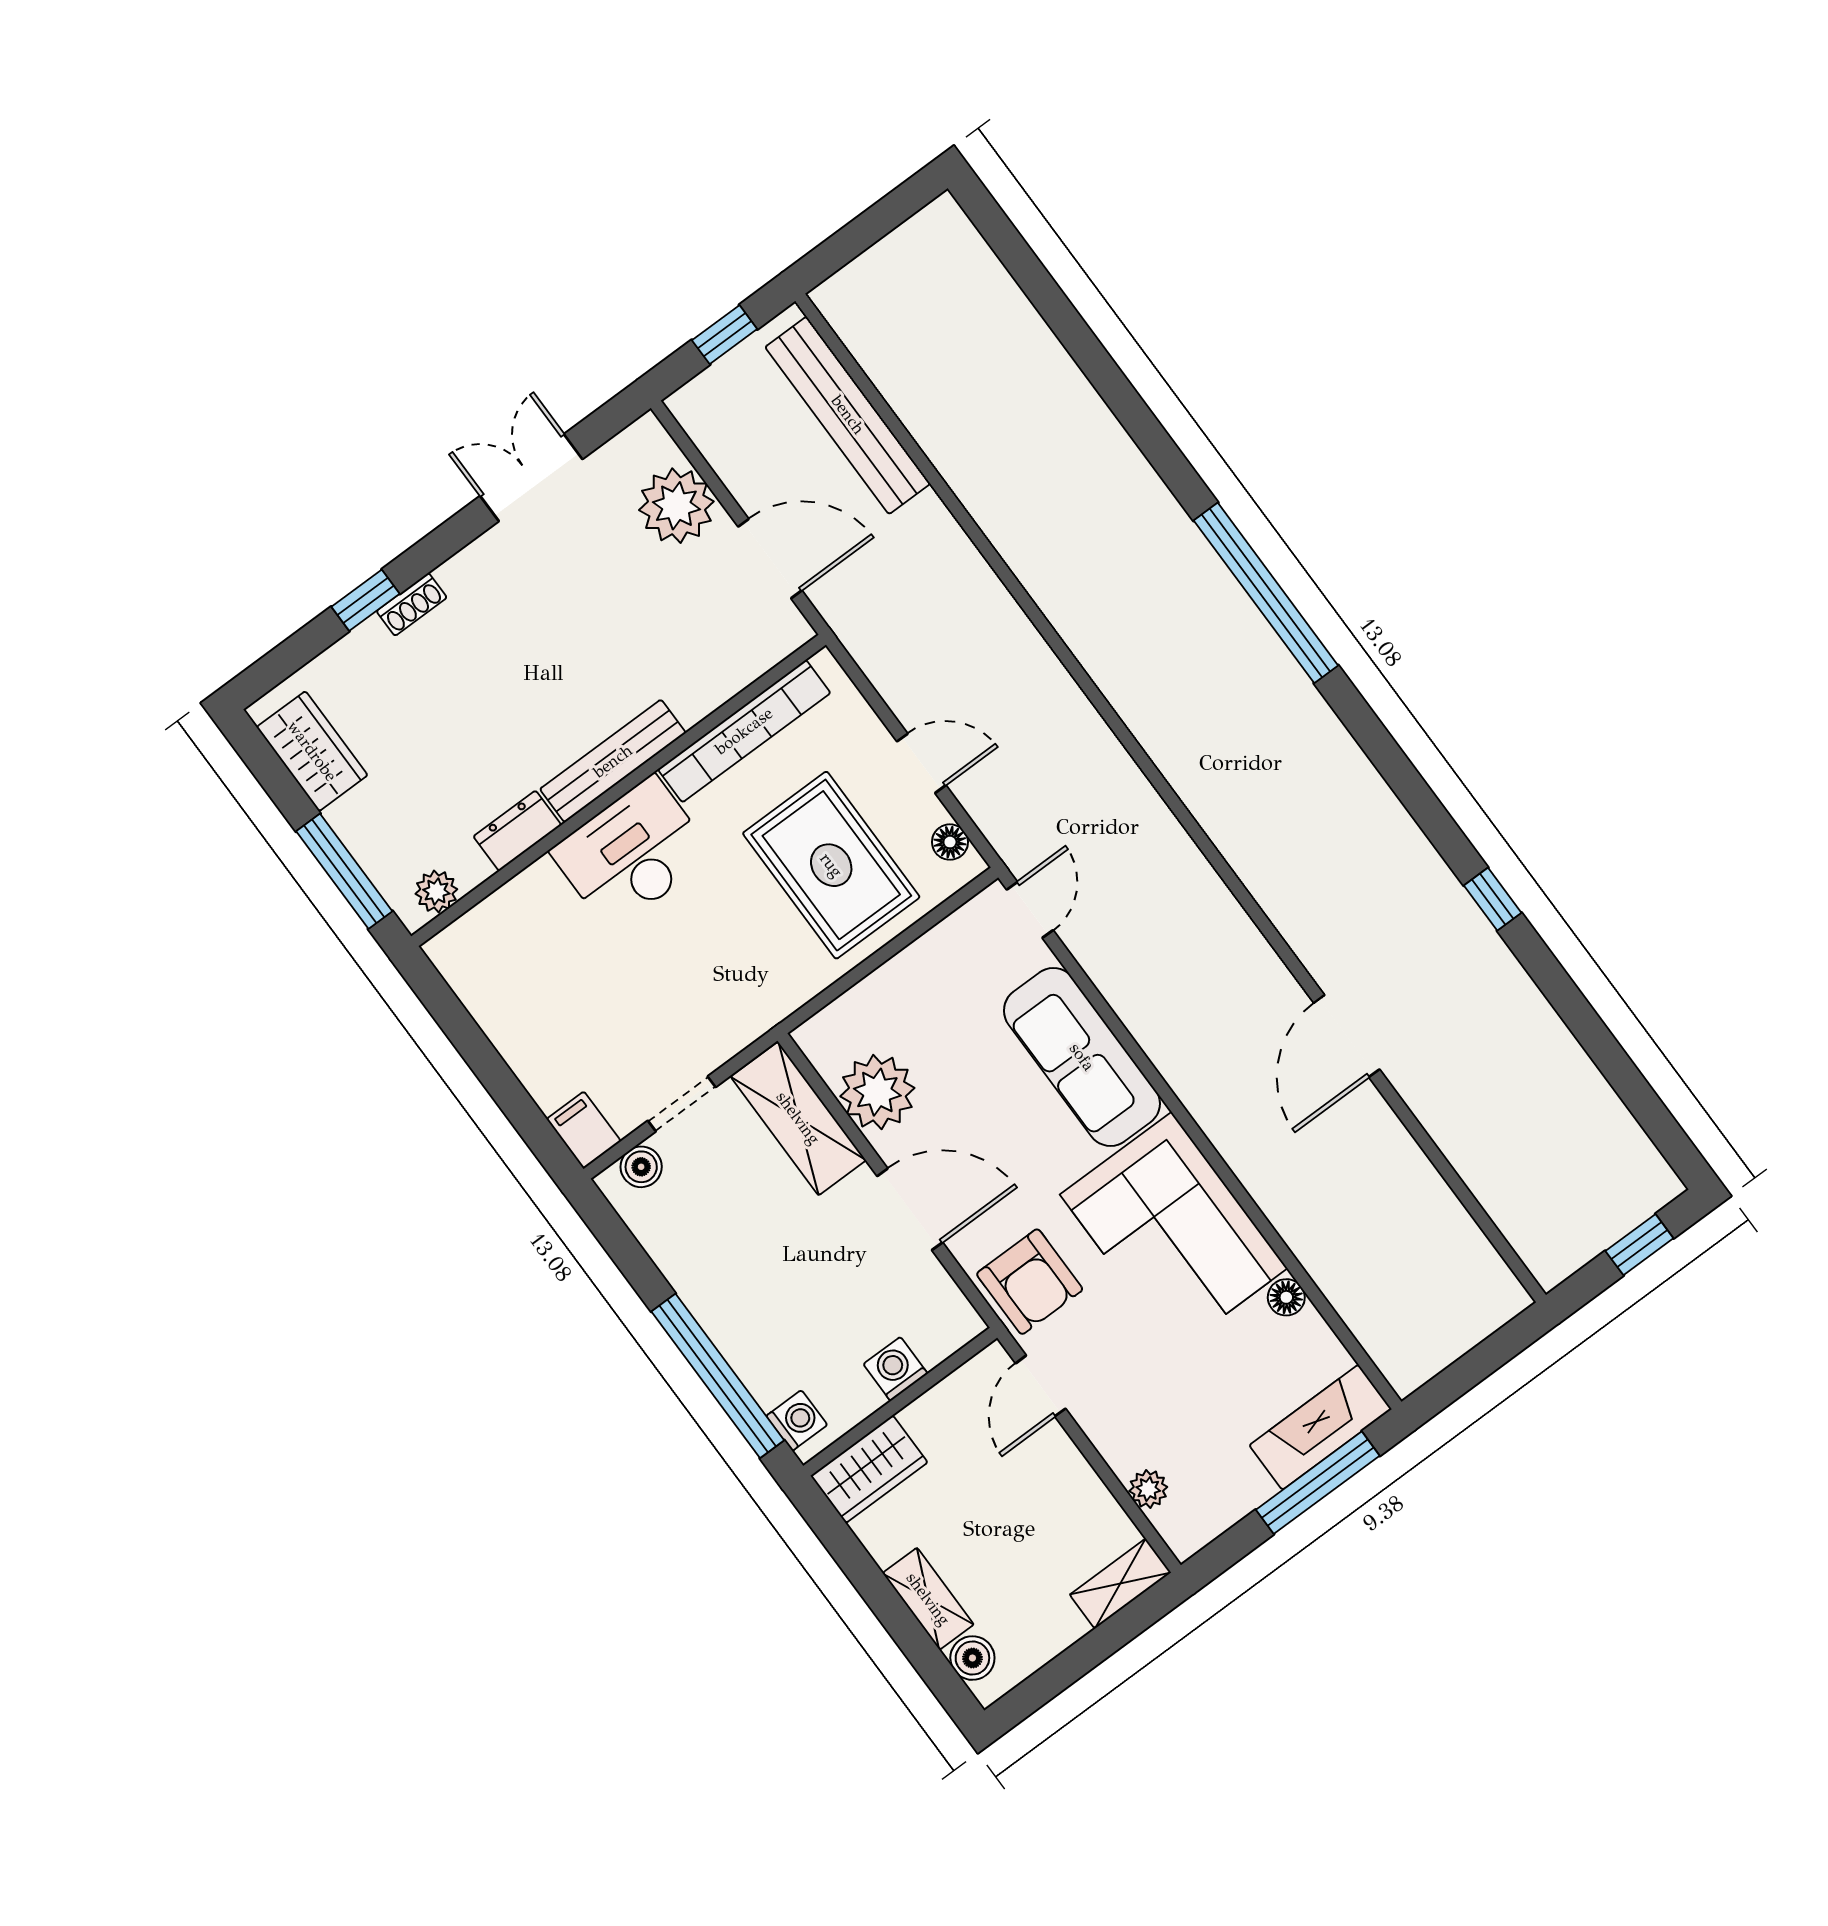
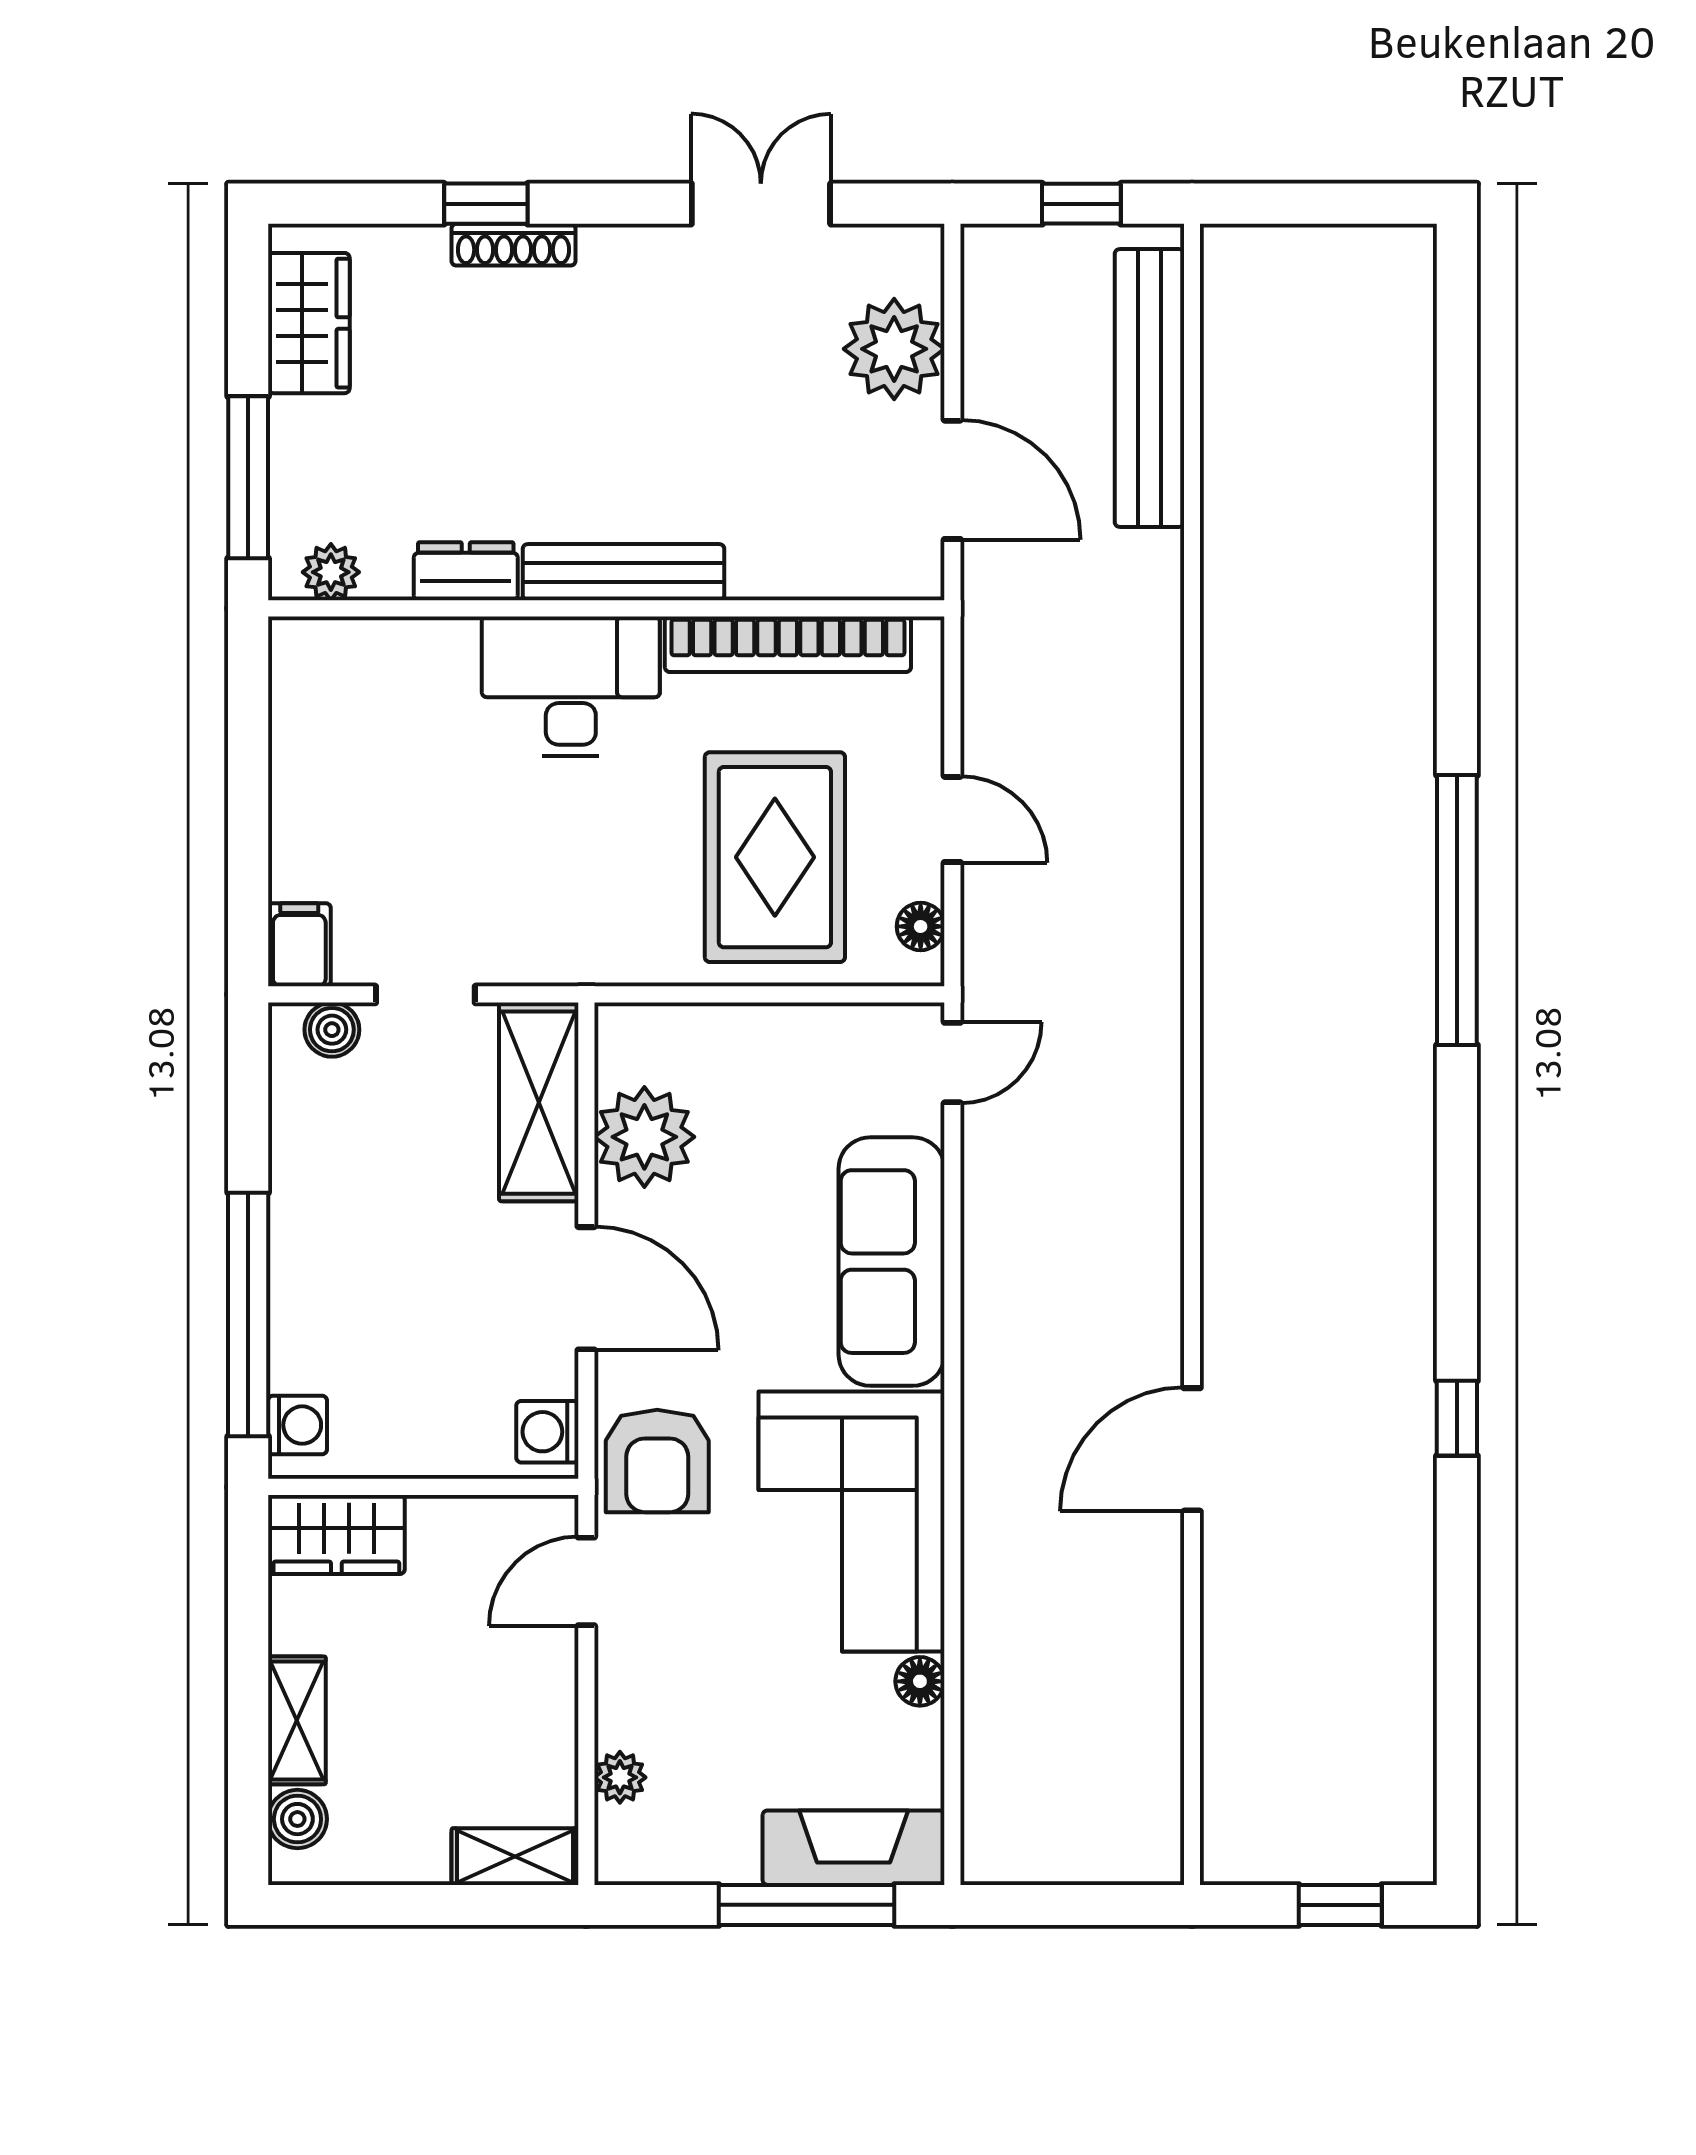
shoe rack: (412, 604) -> (513, 245), width x1.43
washing machine: (895, 1369) -> (547, 1432), moved, turned -90

